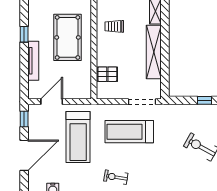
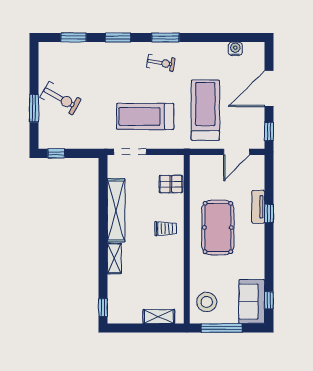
trolley: (114, 26) -> (166, 229), moved
window: (24, 34) -> (269, 213), moved
tv unit: (33, 61) -> (258, 207), width x0.71
treadmill: (129, 132) -> (145, 116), turned 180

